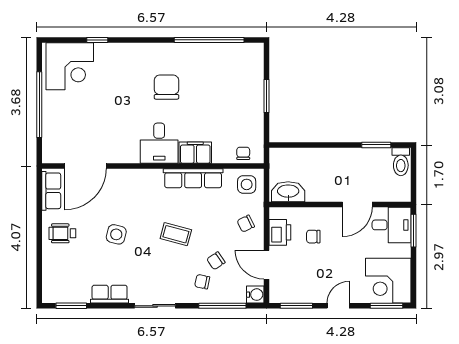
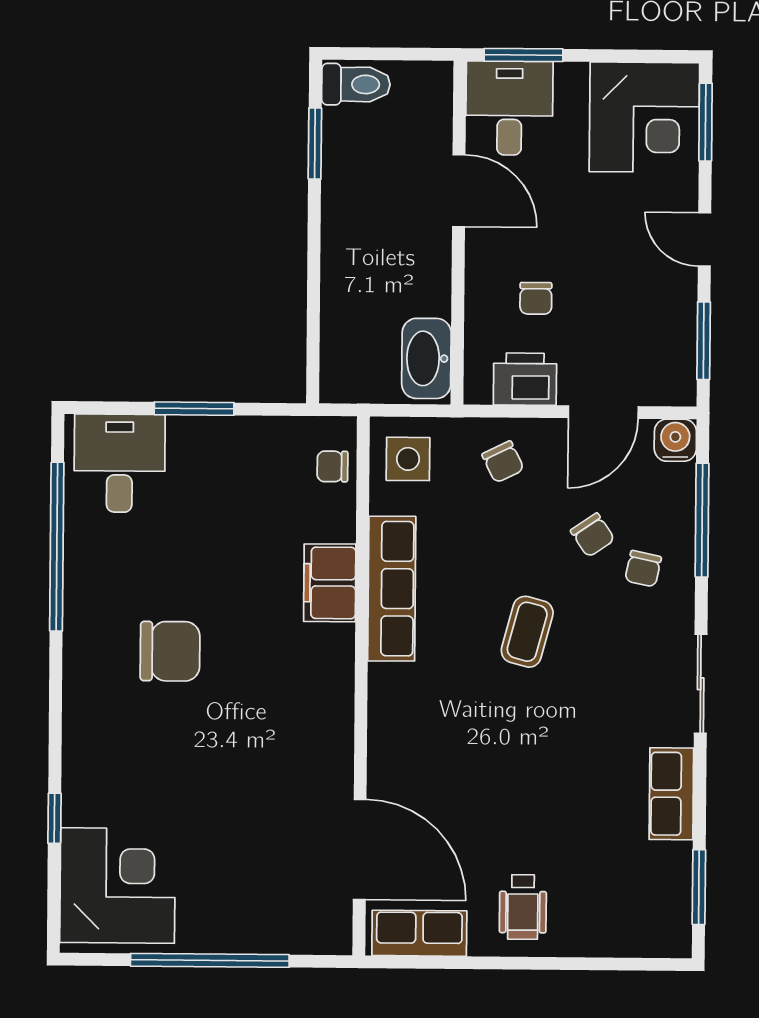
chair: (166, 87) -> (170, 651), turned 180
desk: (159, 143) -> (119, 463), moved, turned -90
side table: (116, 234) -> (527, 776), removed

